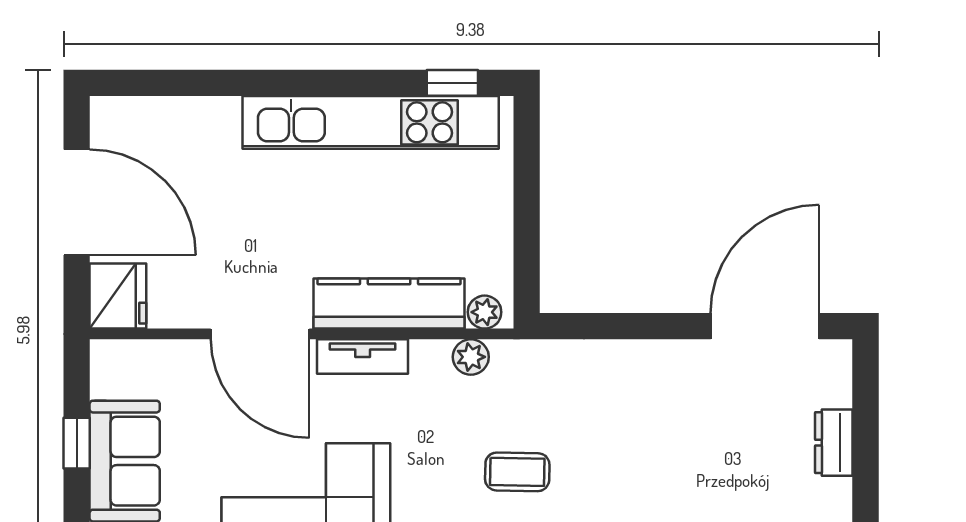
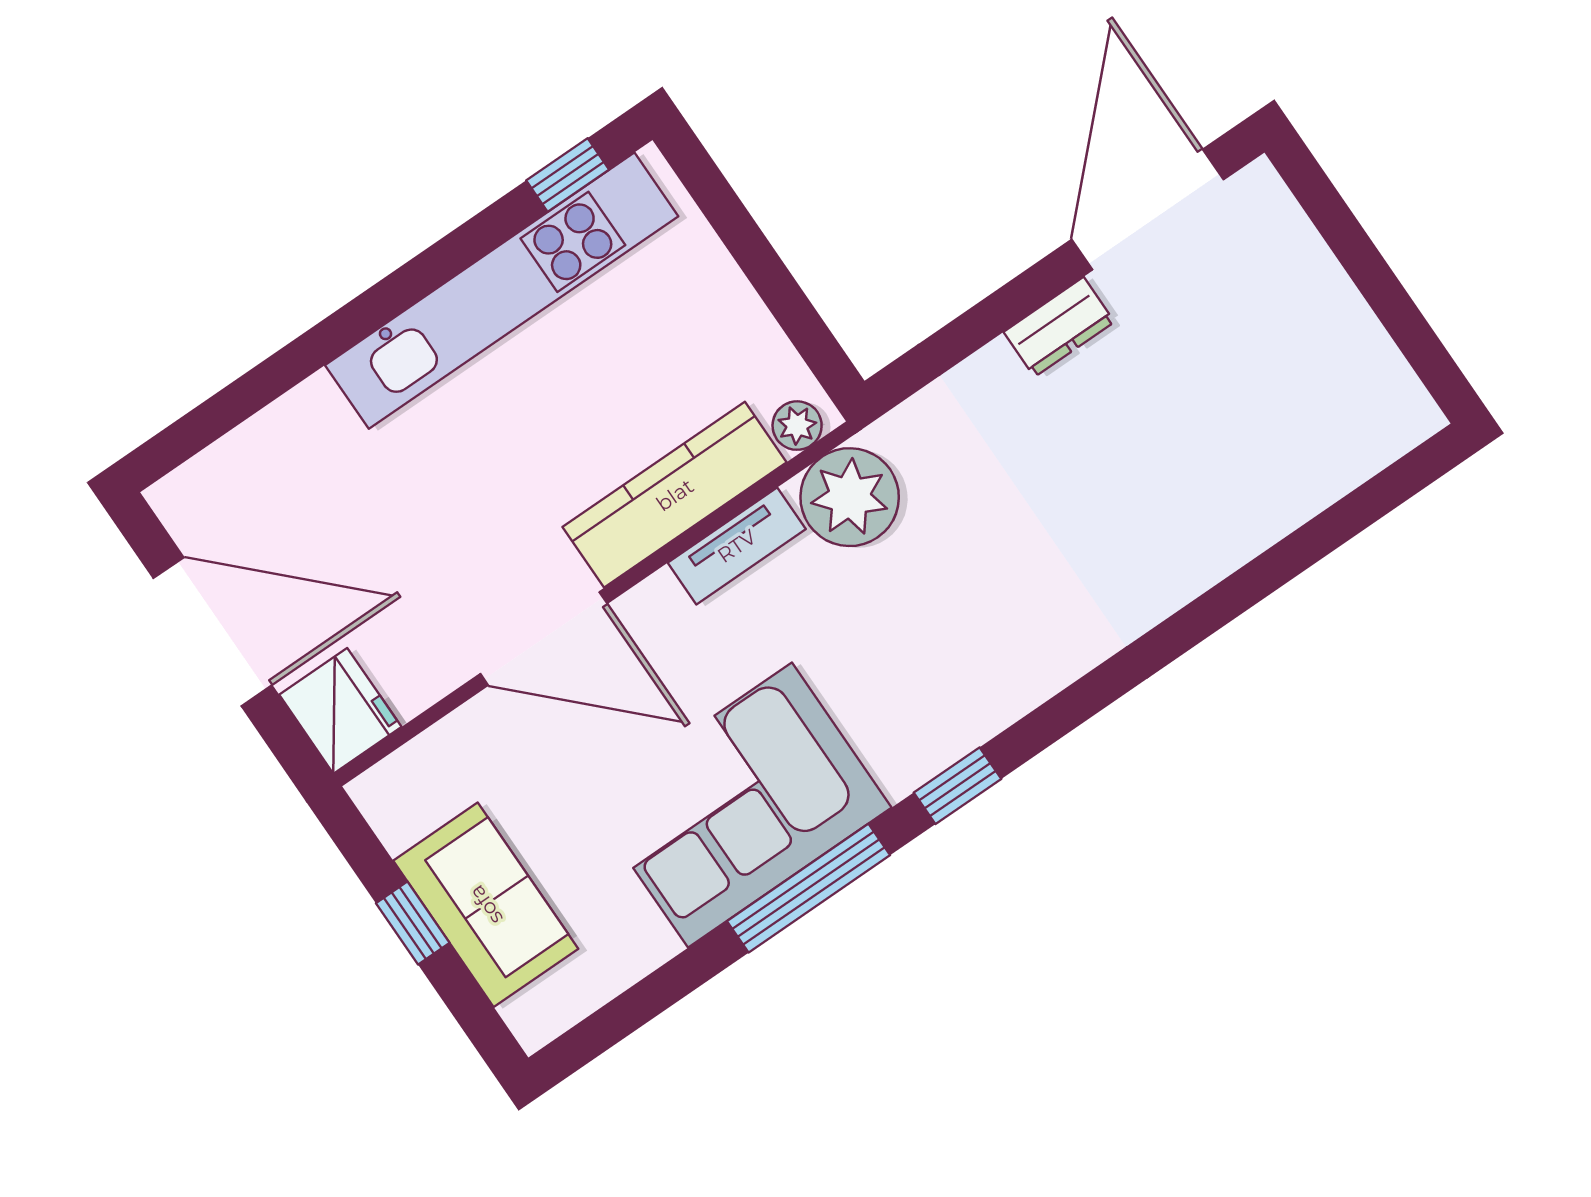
tv unit: (363, 356) -> (737, 546), moved
plant: (471, 357) -> (850, 497), width x1.88, depth x1.88
dresser: (834, 443) -> (1059, 327), moved, turned -90
coffee table: (517, 472) -> (969, 591), removed

